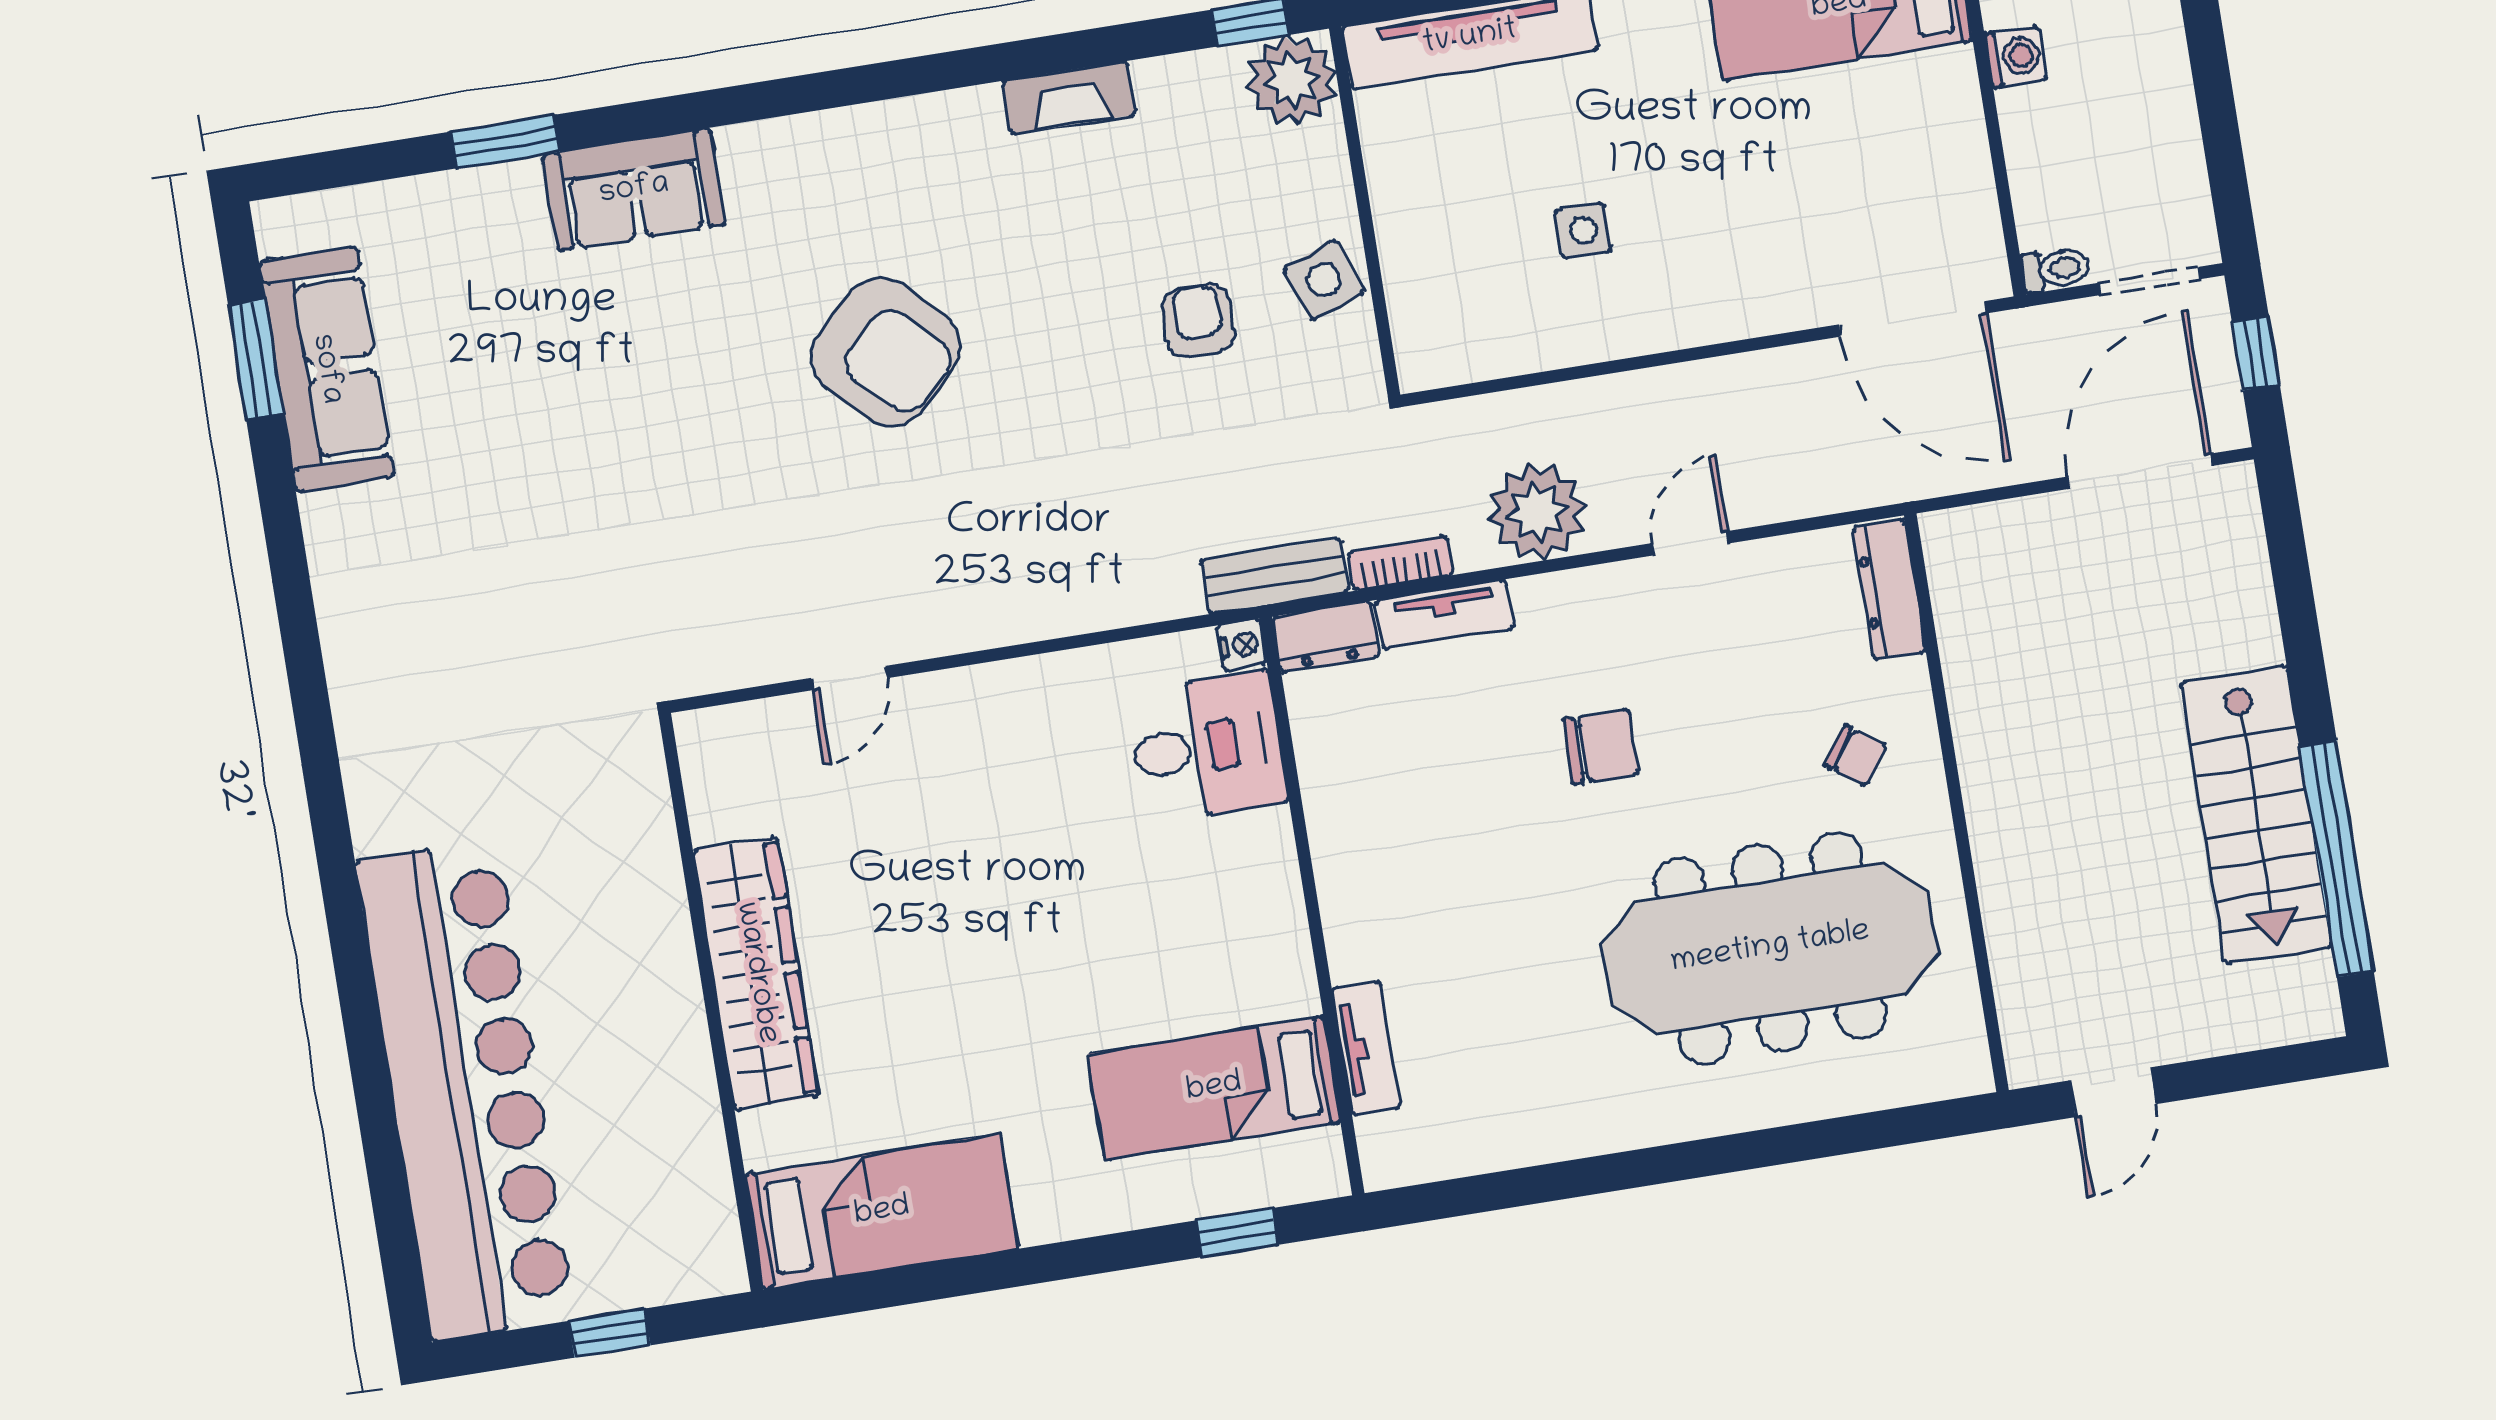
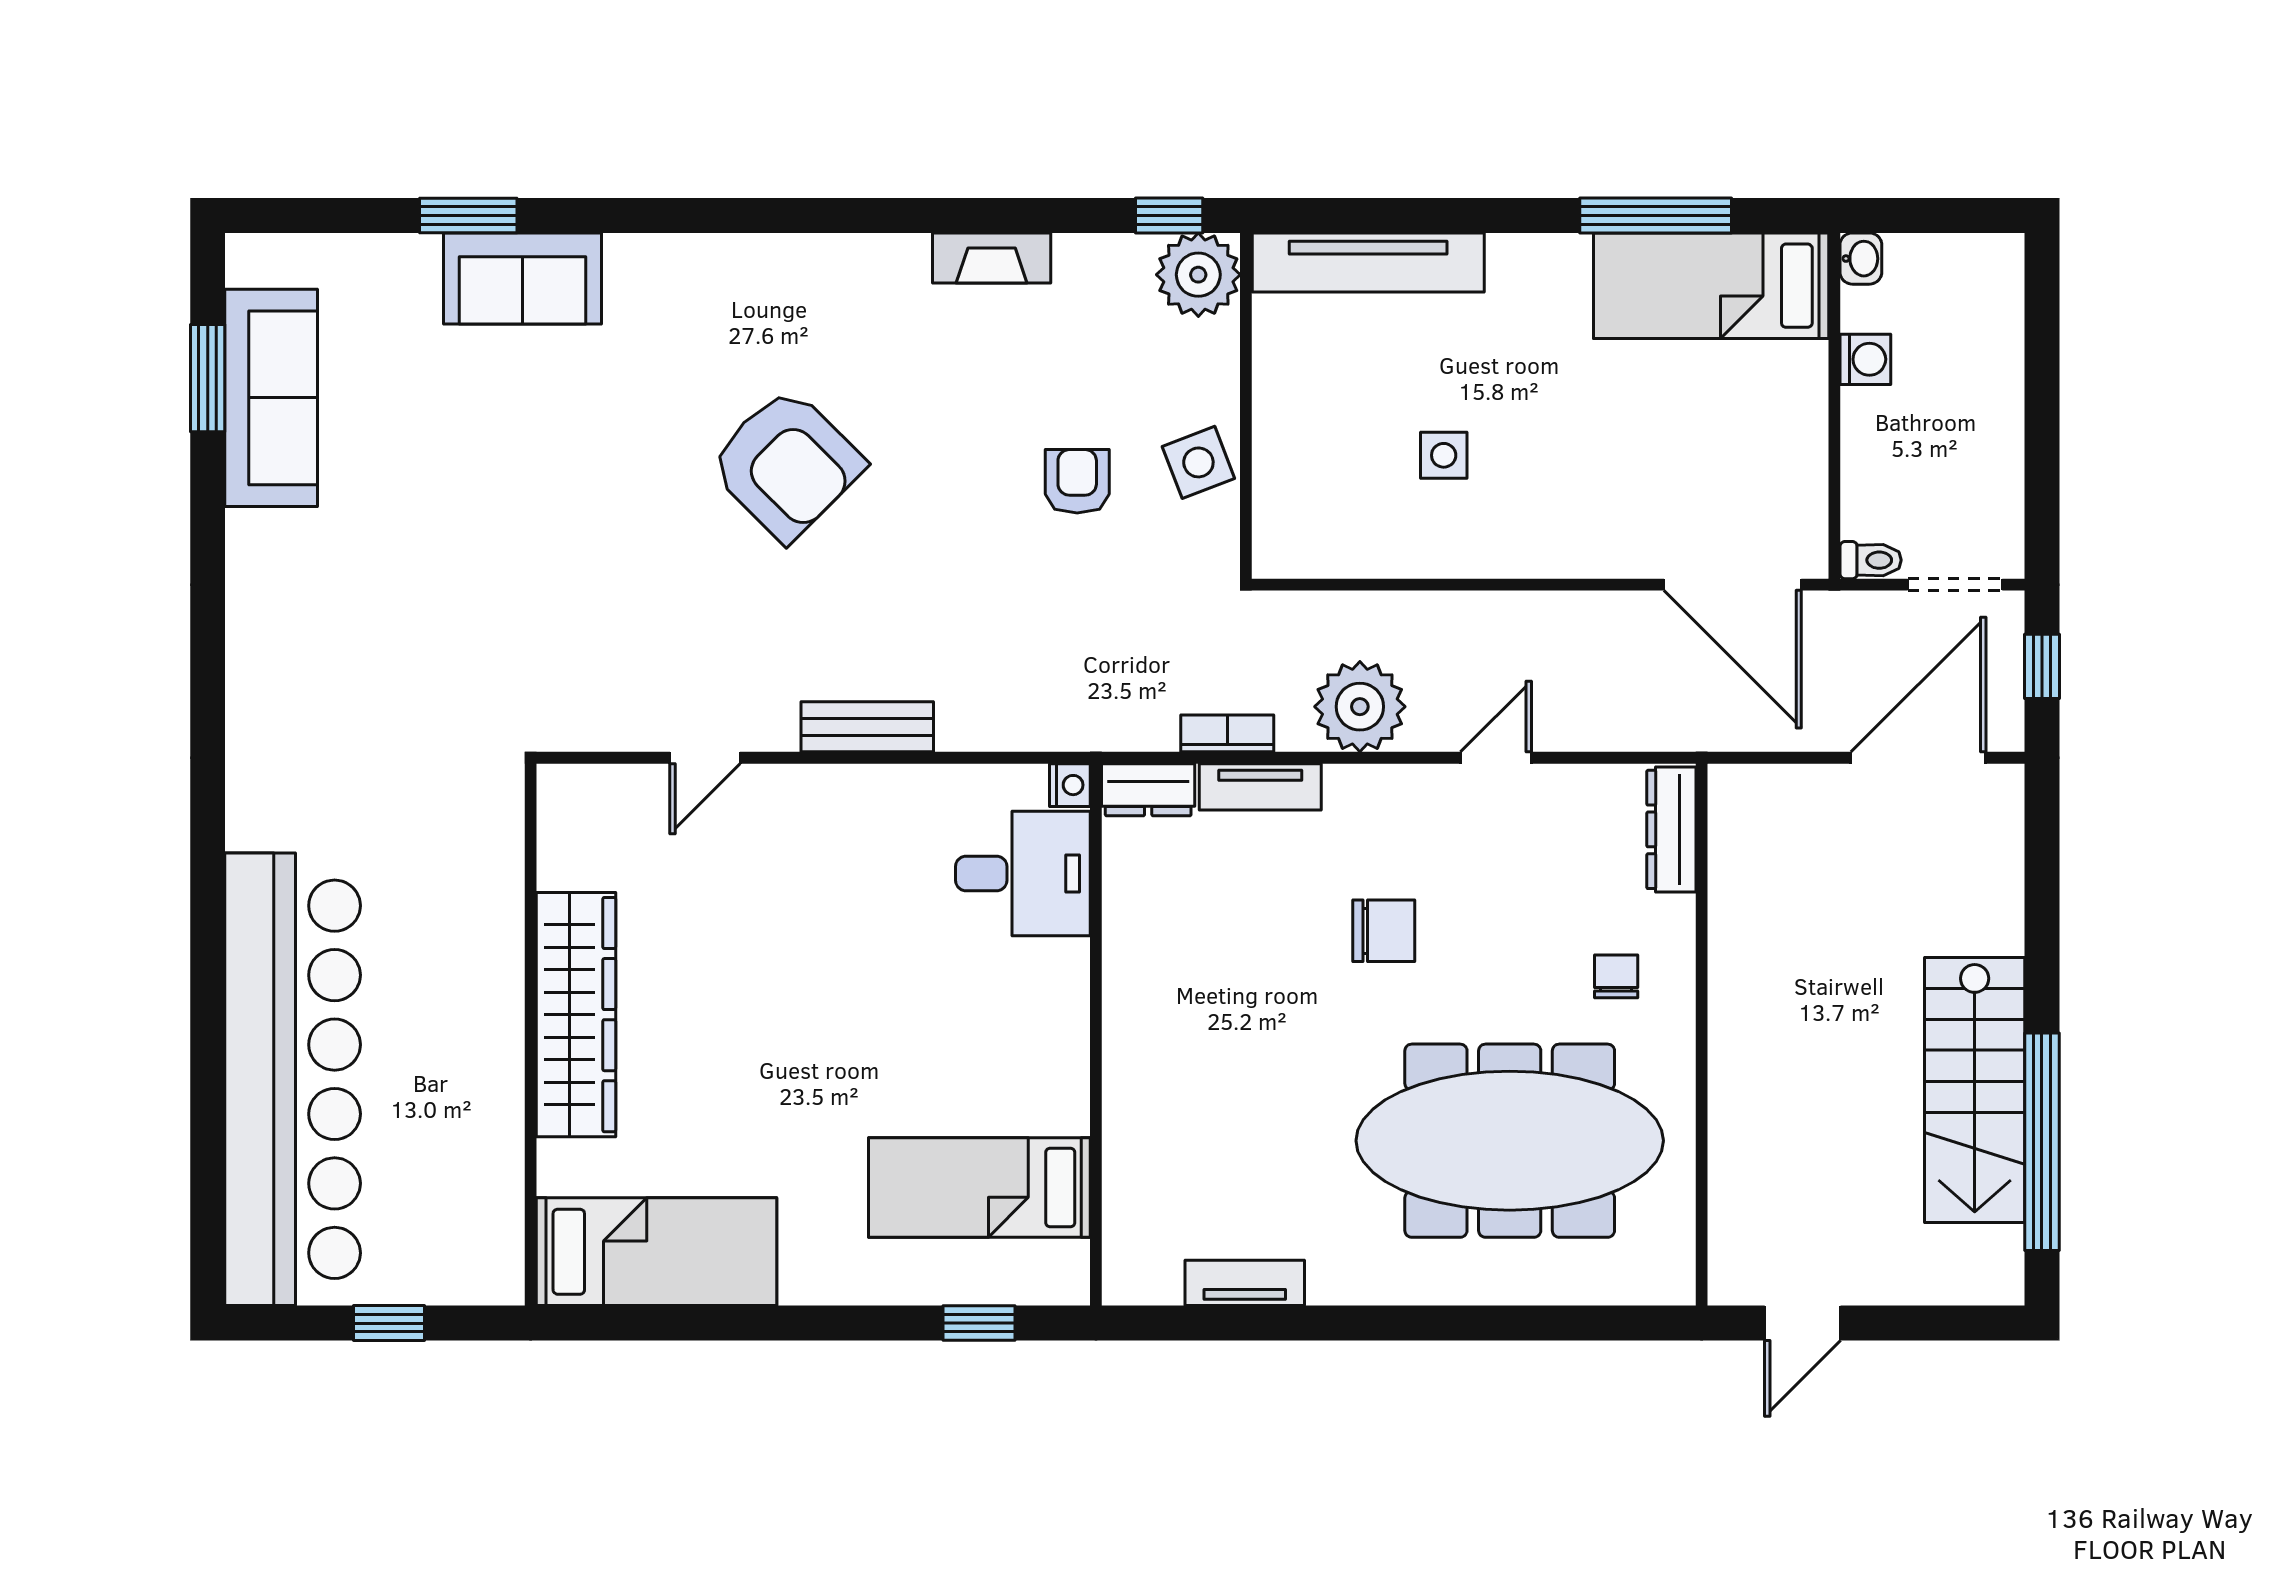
sofa: (634, 190) -> (522, 278), moved
bench: (1275, 576) -> (867, 727), moved
chair: (1856, 755) -> (1616, 976), turned -125
tv unit: (1366, 1048) -> (1245, 1283), moved, turned -90

